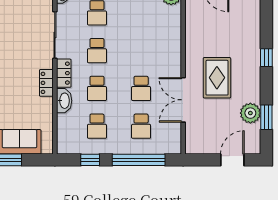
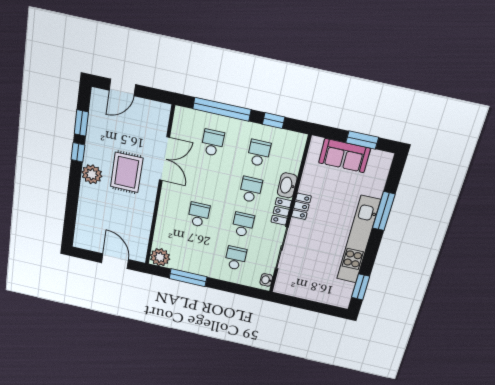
window: (266, 58) -> (78, 152), moved
school desk: (141, 88) -> (199, 215), moved
plant: (250, 113) -> (92, 174), moved

